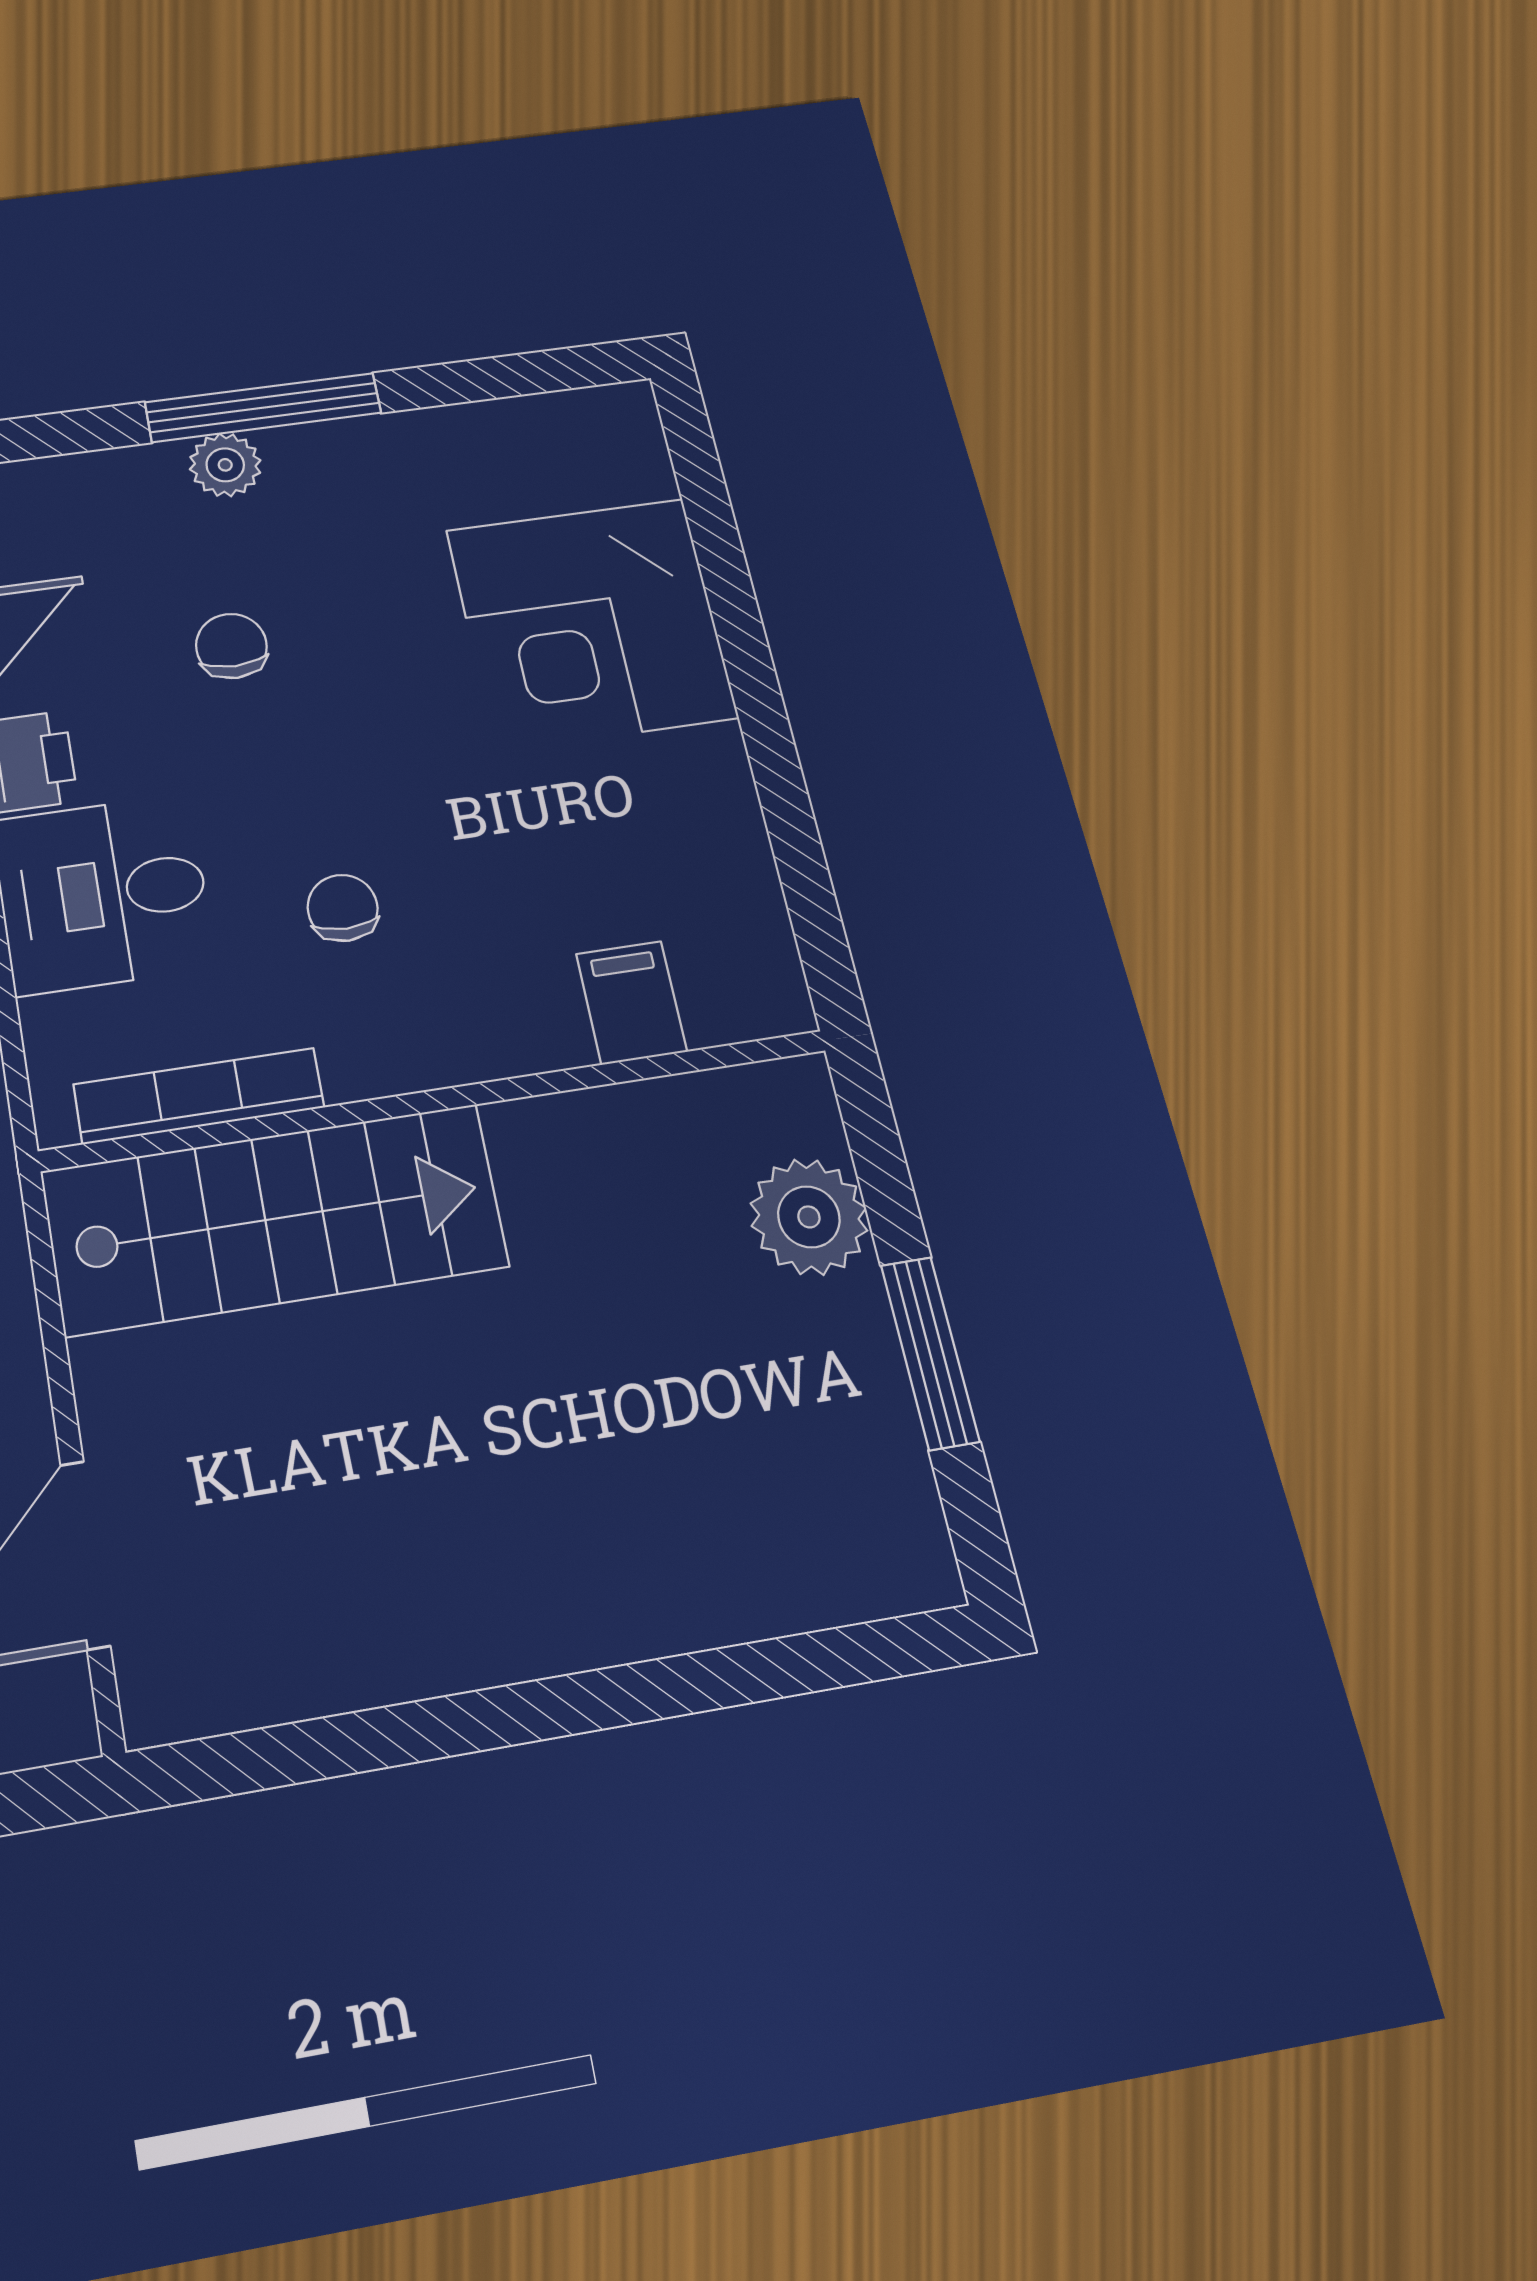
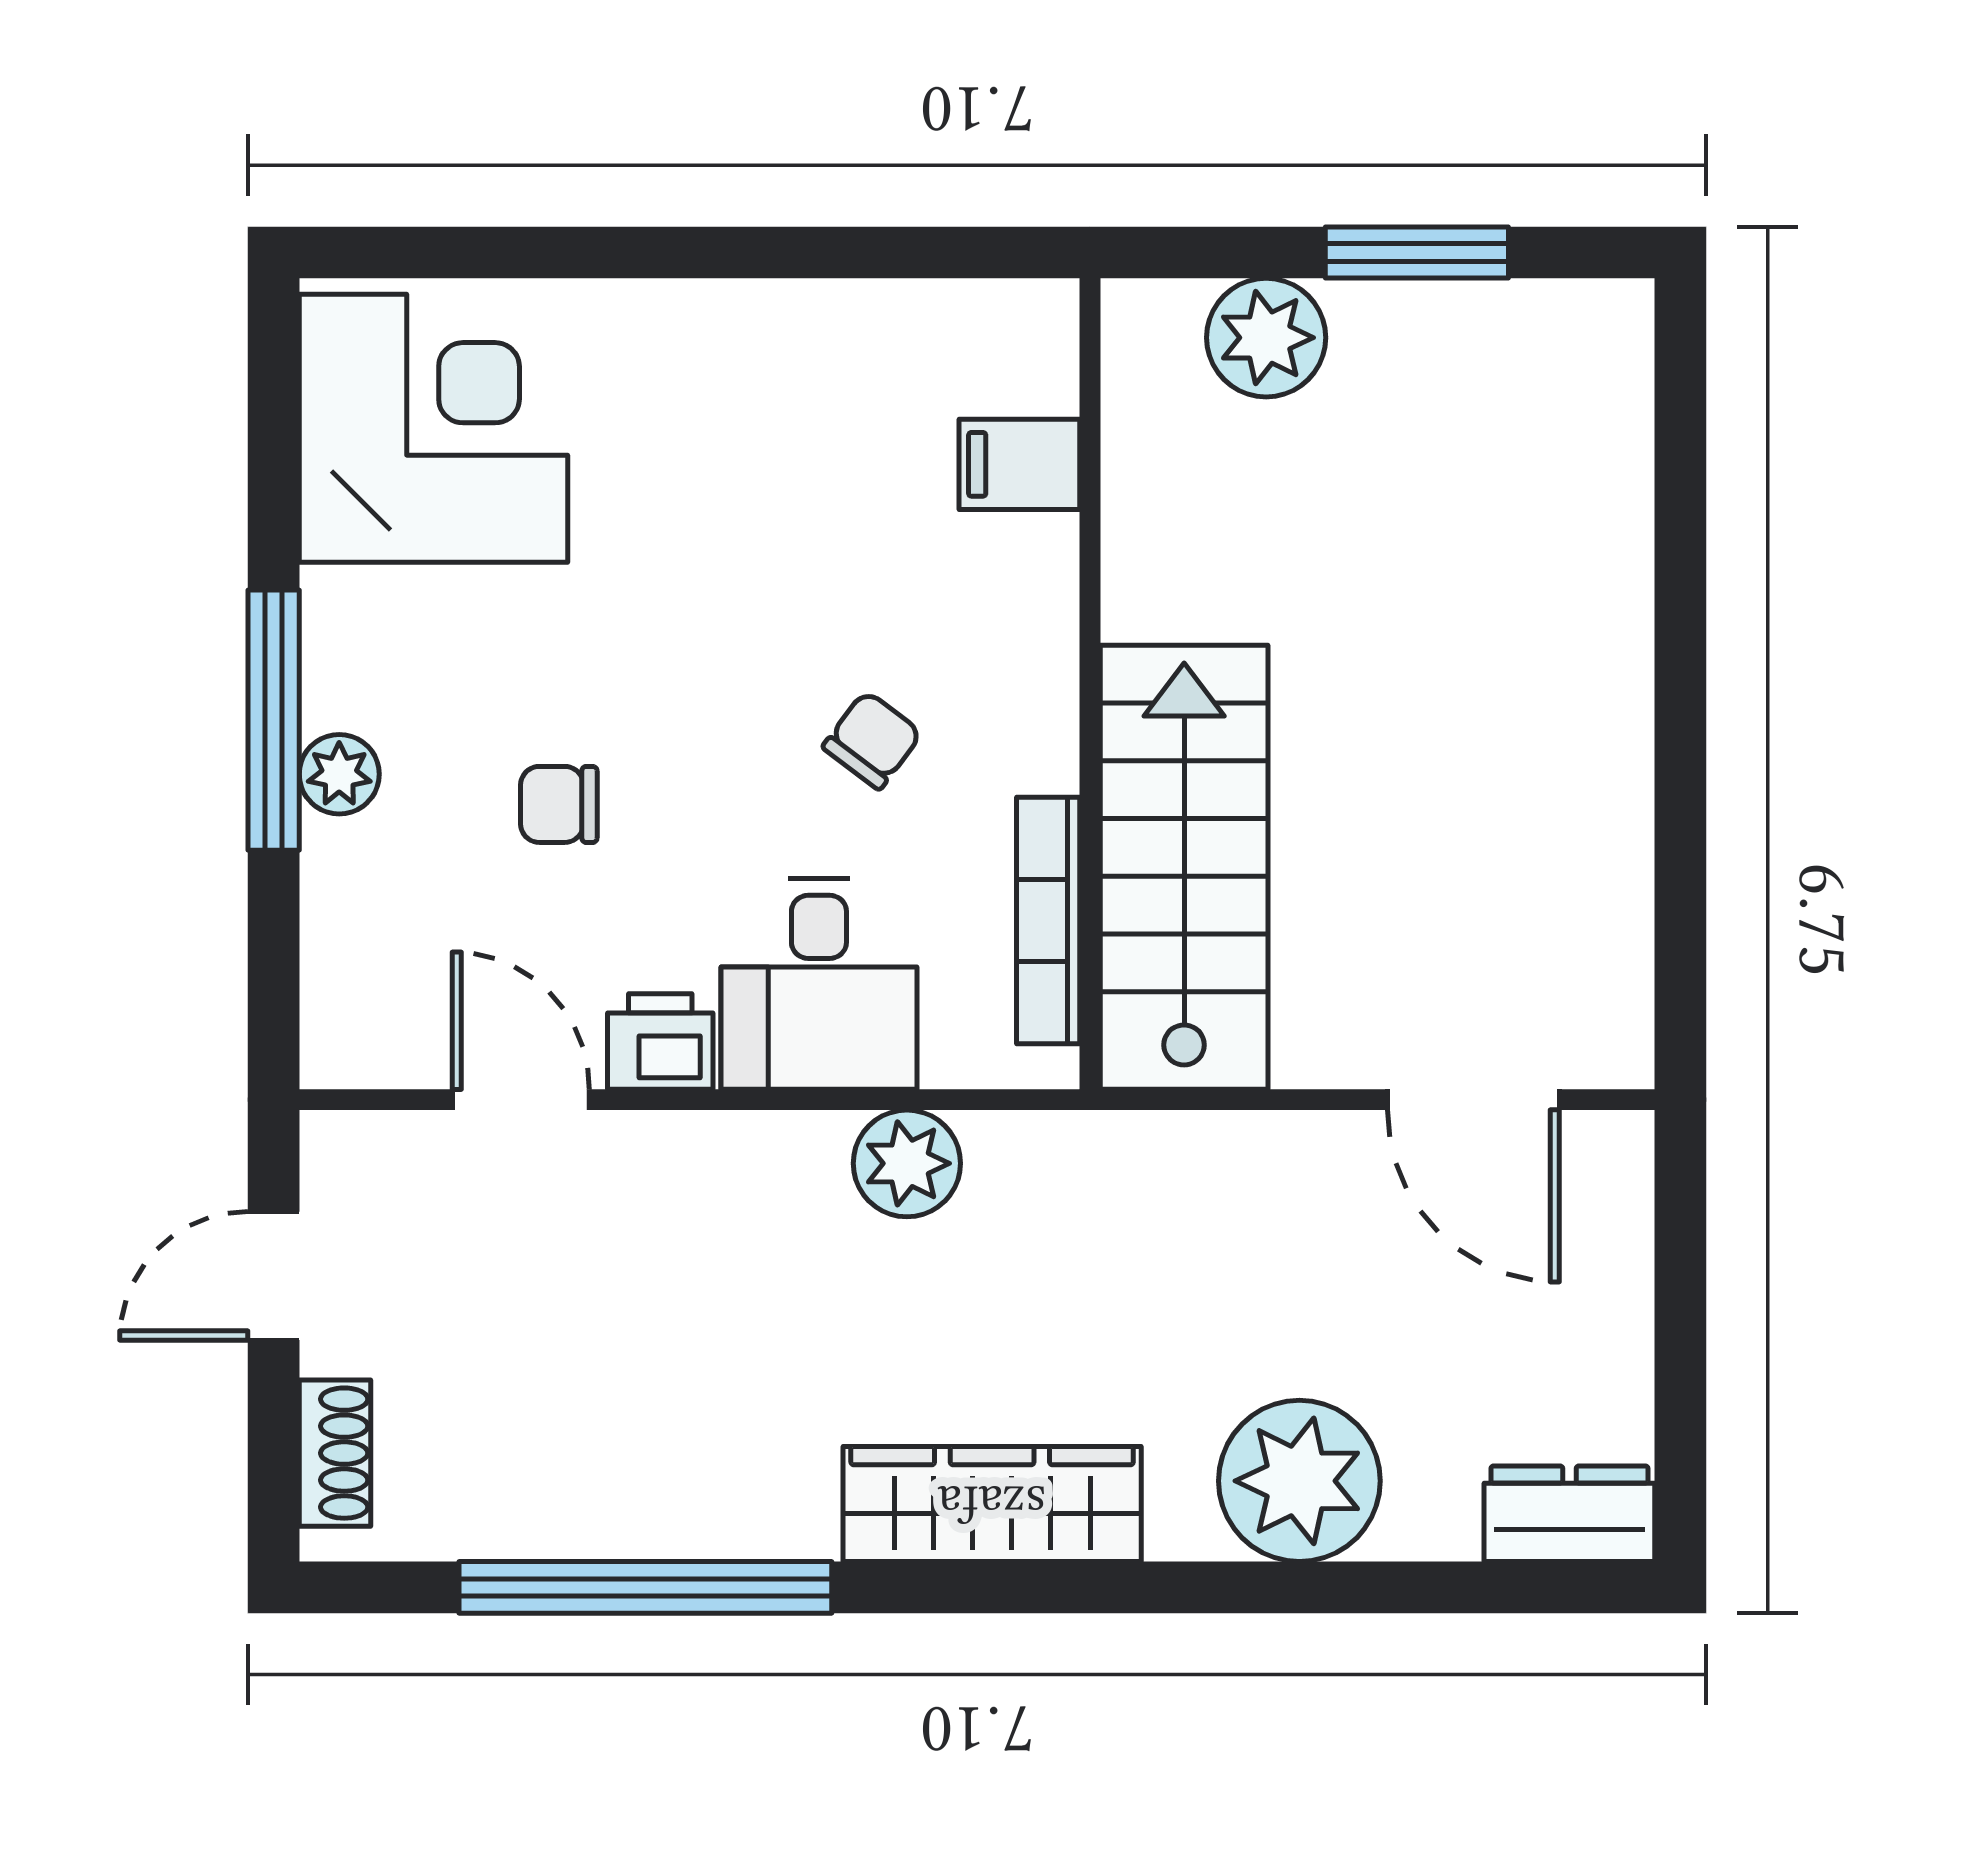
corner desk: (591, 623) -> (433, 428), moved, turned -90
chair: (343, 908) -> (872, 740), turned 127

